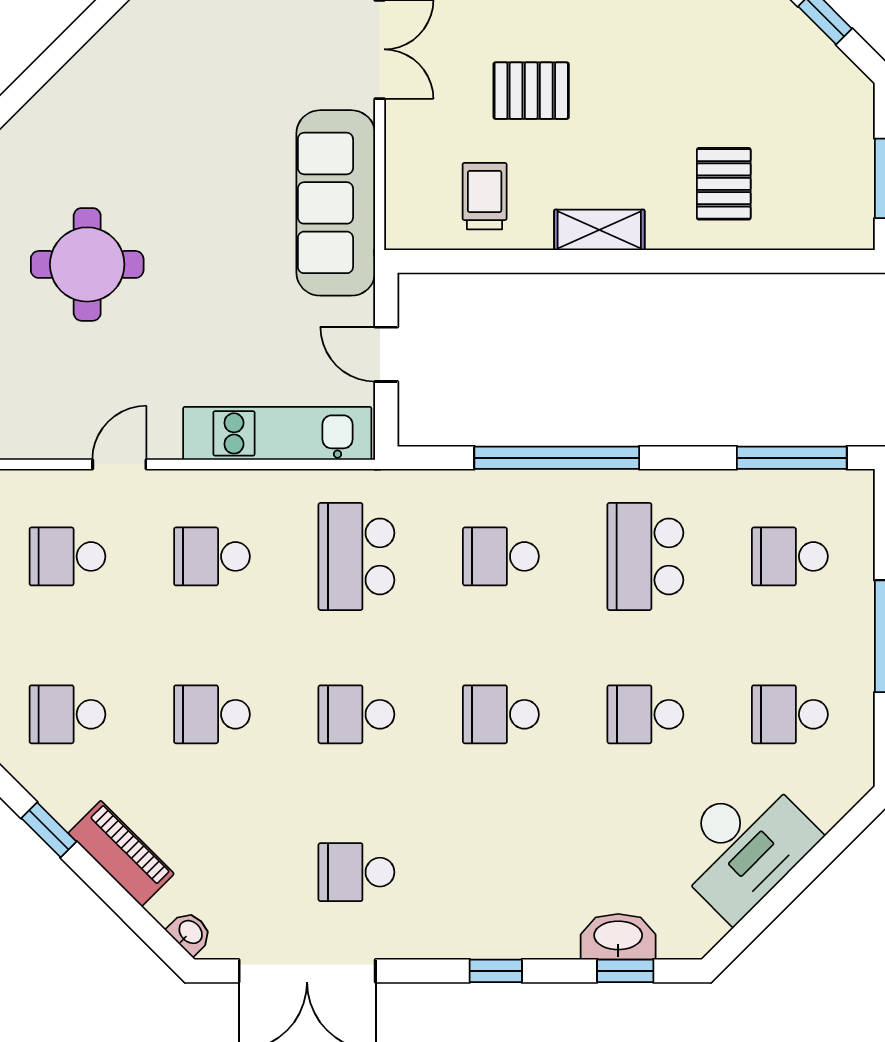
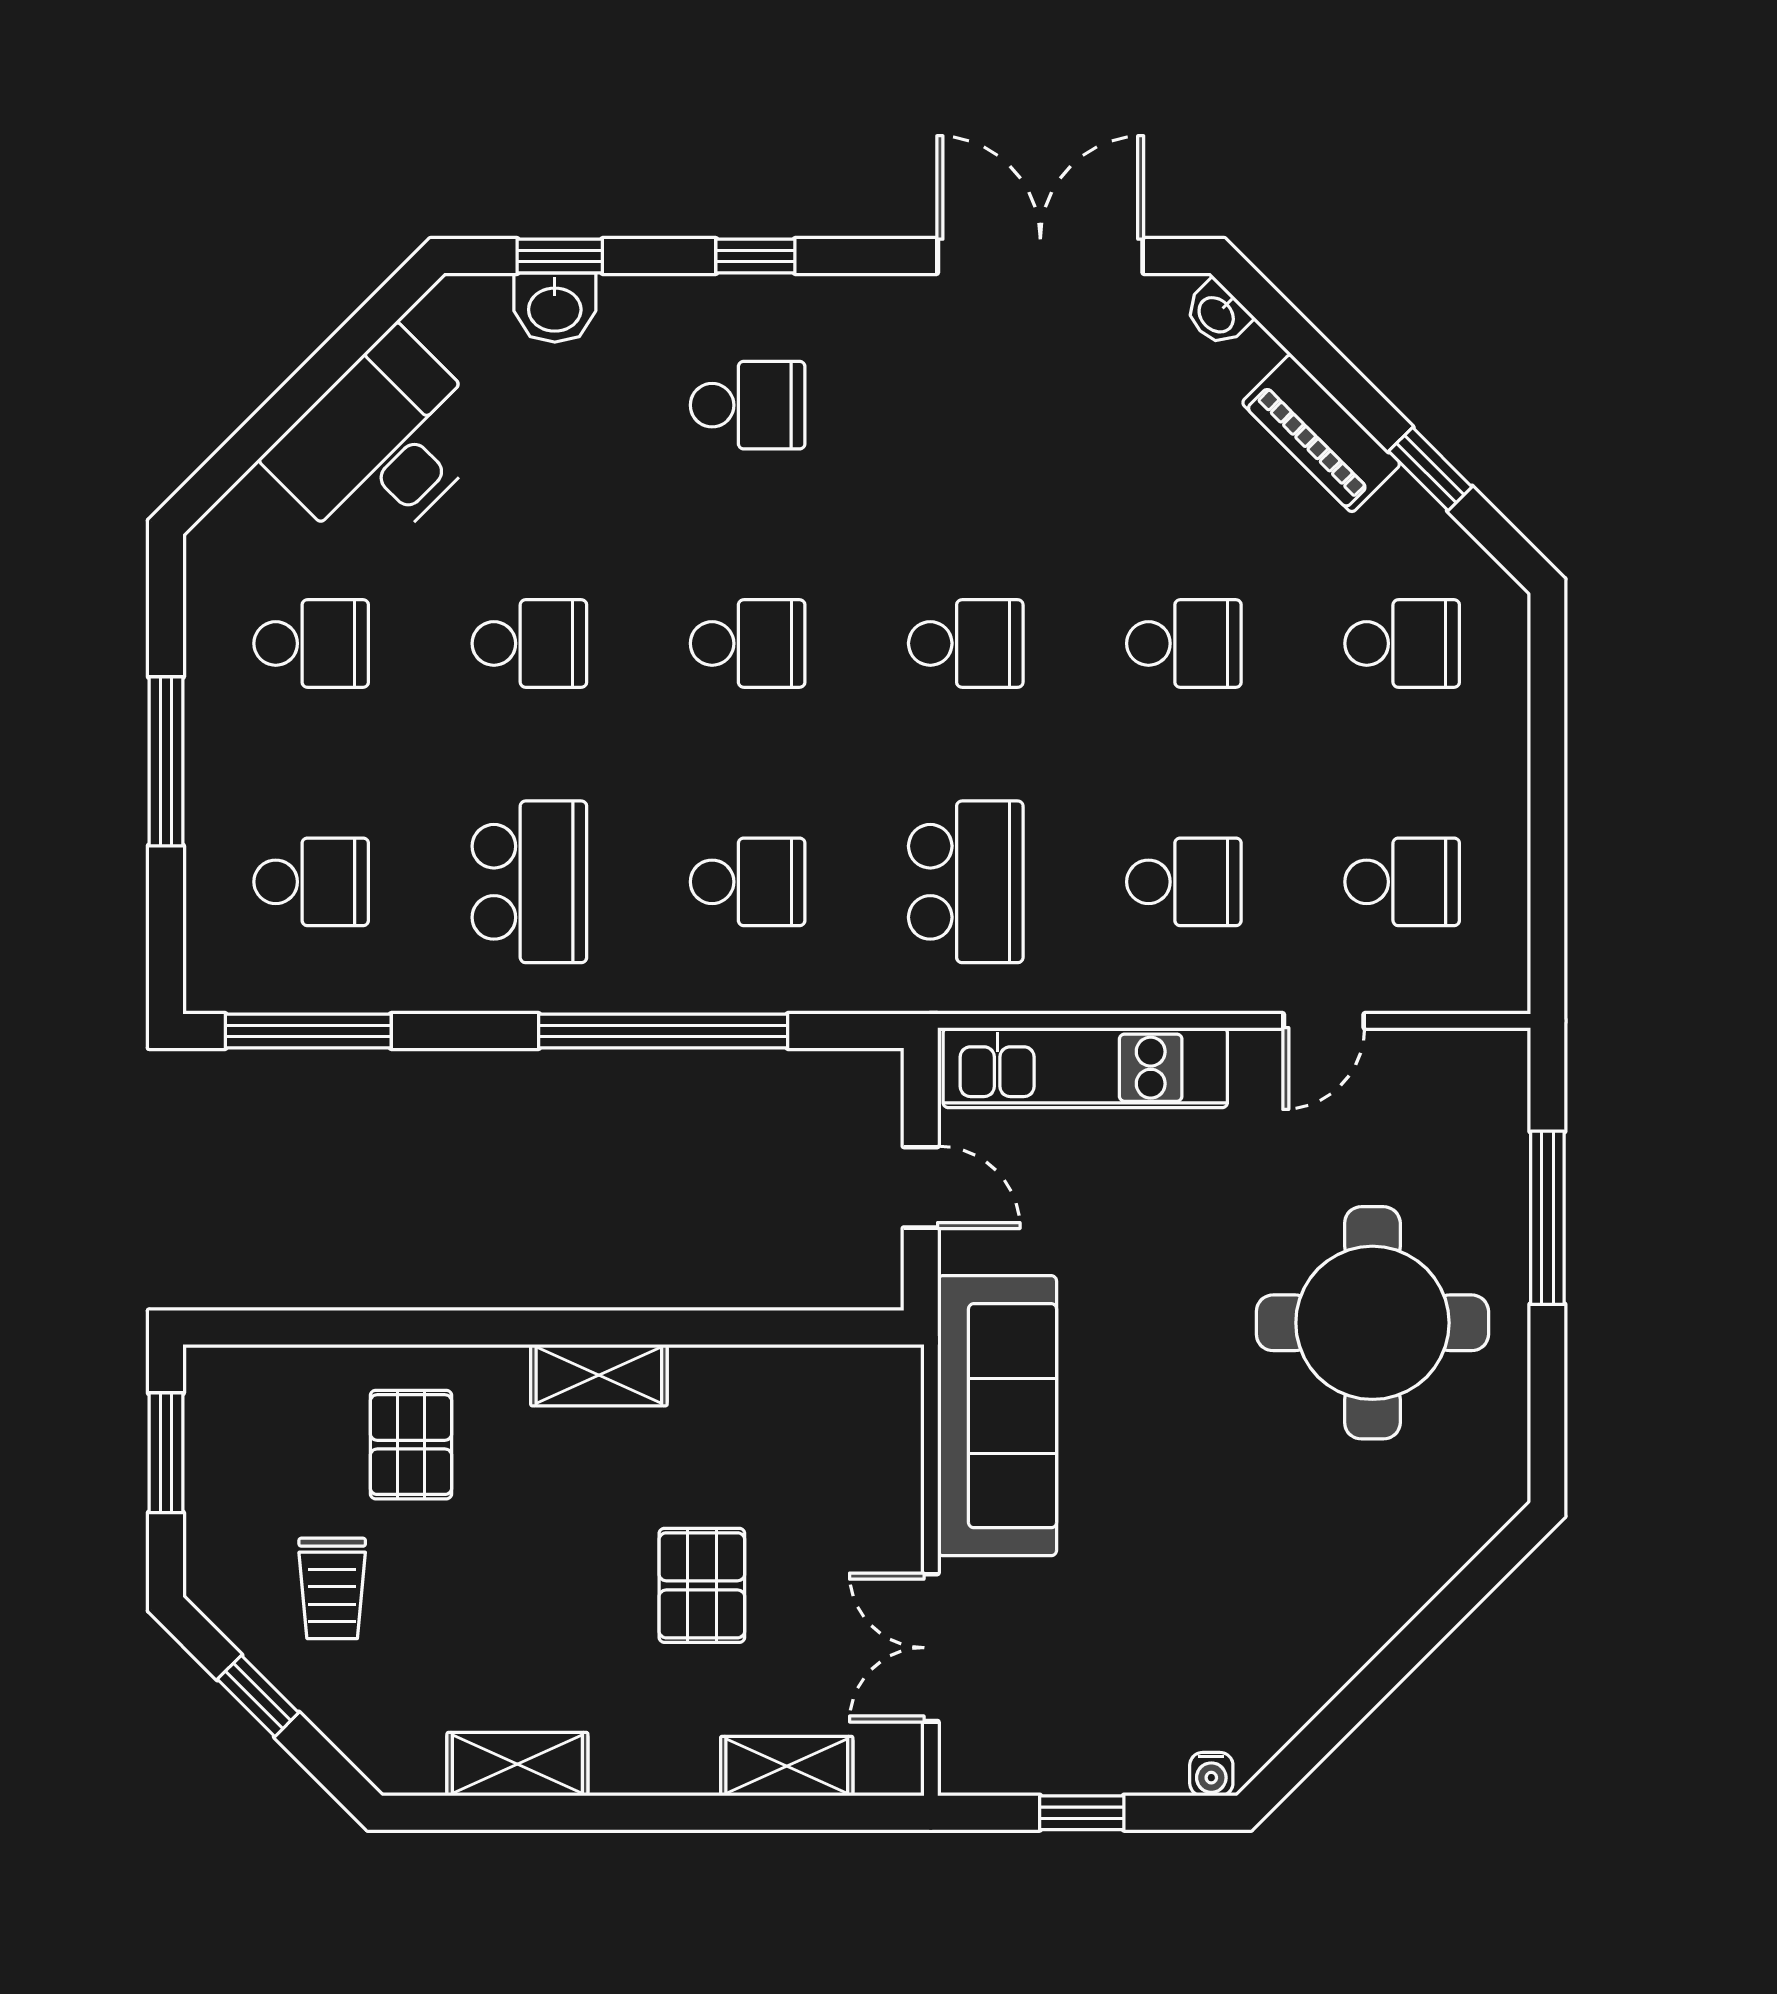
pallet: (531, 91) -> (702, 1585), turned 90
trolley: (485, 196) -> (332, 1588), moved
round table: (87, 264) -> (1372, 1323), width x1.36, depth x1.36
school desk: (356, 872) -> (748, 405), moved
washbasin: (618, 937) -> (555, 308), width x0.72

